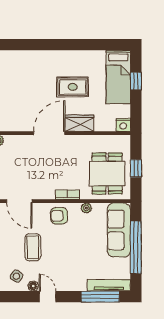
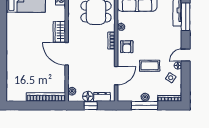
rug: (73, 87) -> (33, 37), removed

